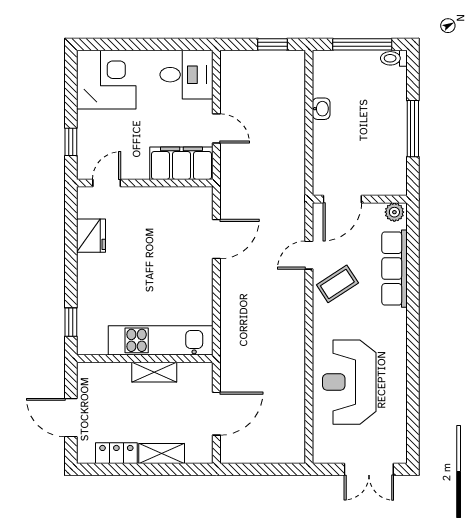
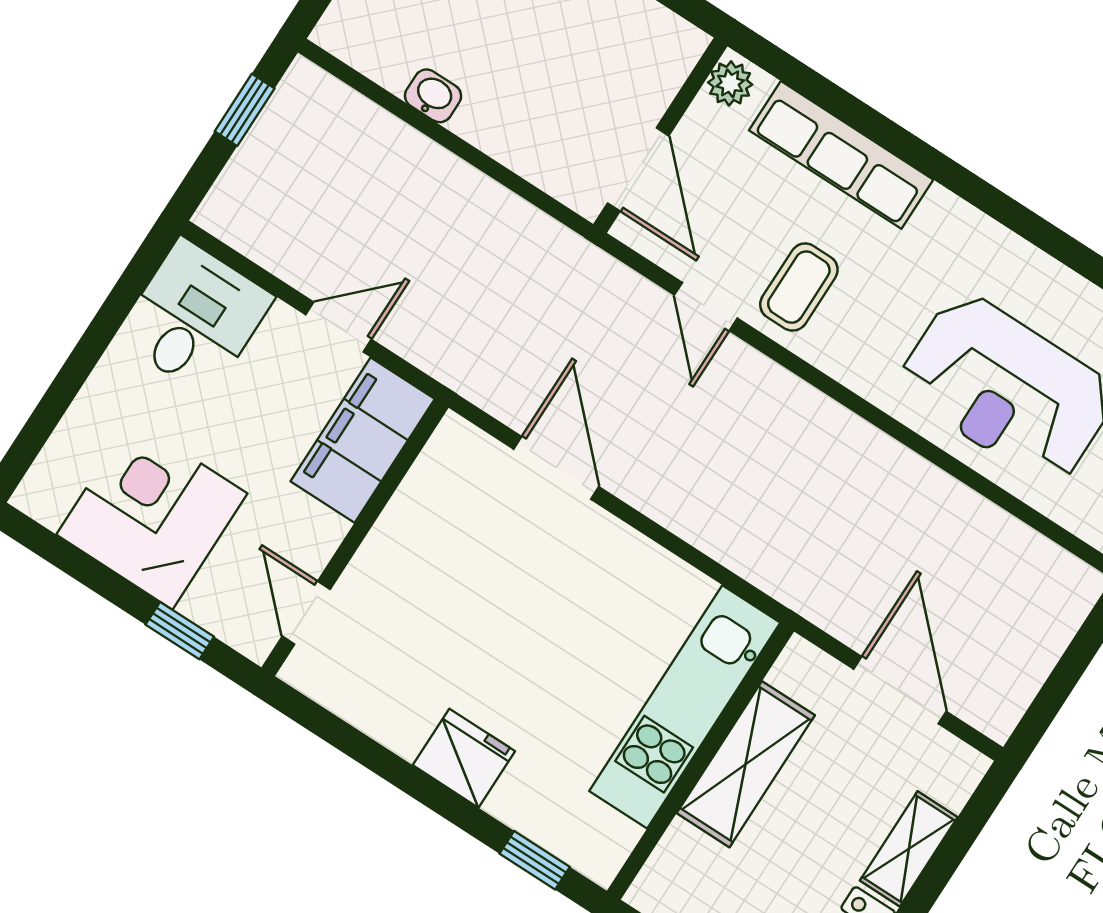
corner desk: (106, 80) -> (152, 514), moved
fridge: (91, 236) -> (464, 758), moved
coffee table: (337, 284) -> (799, 287), turned 33
shelving: (154, 372) -> (746, 764), width x1.50, depth x1.33

